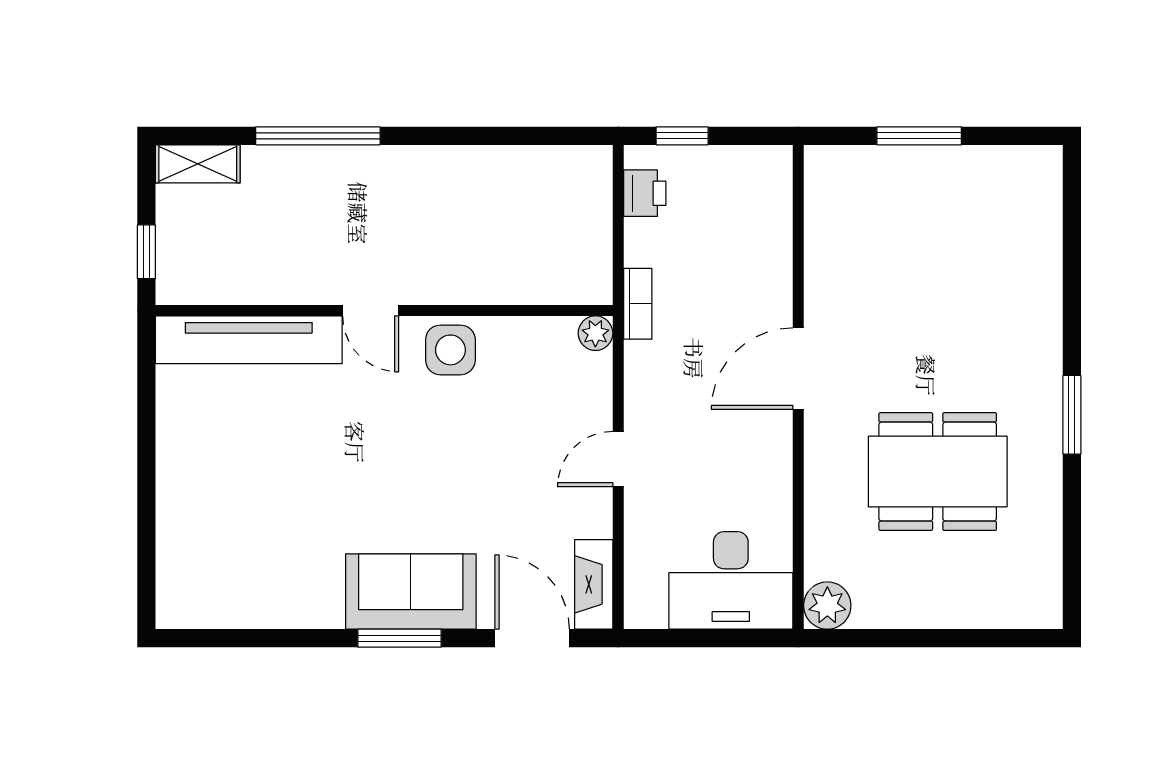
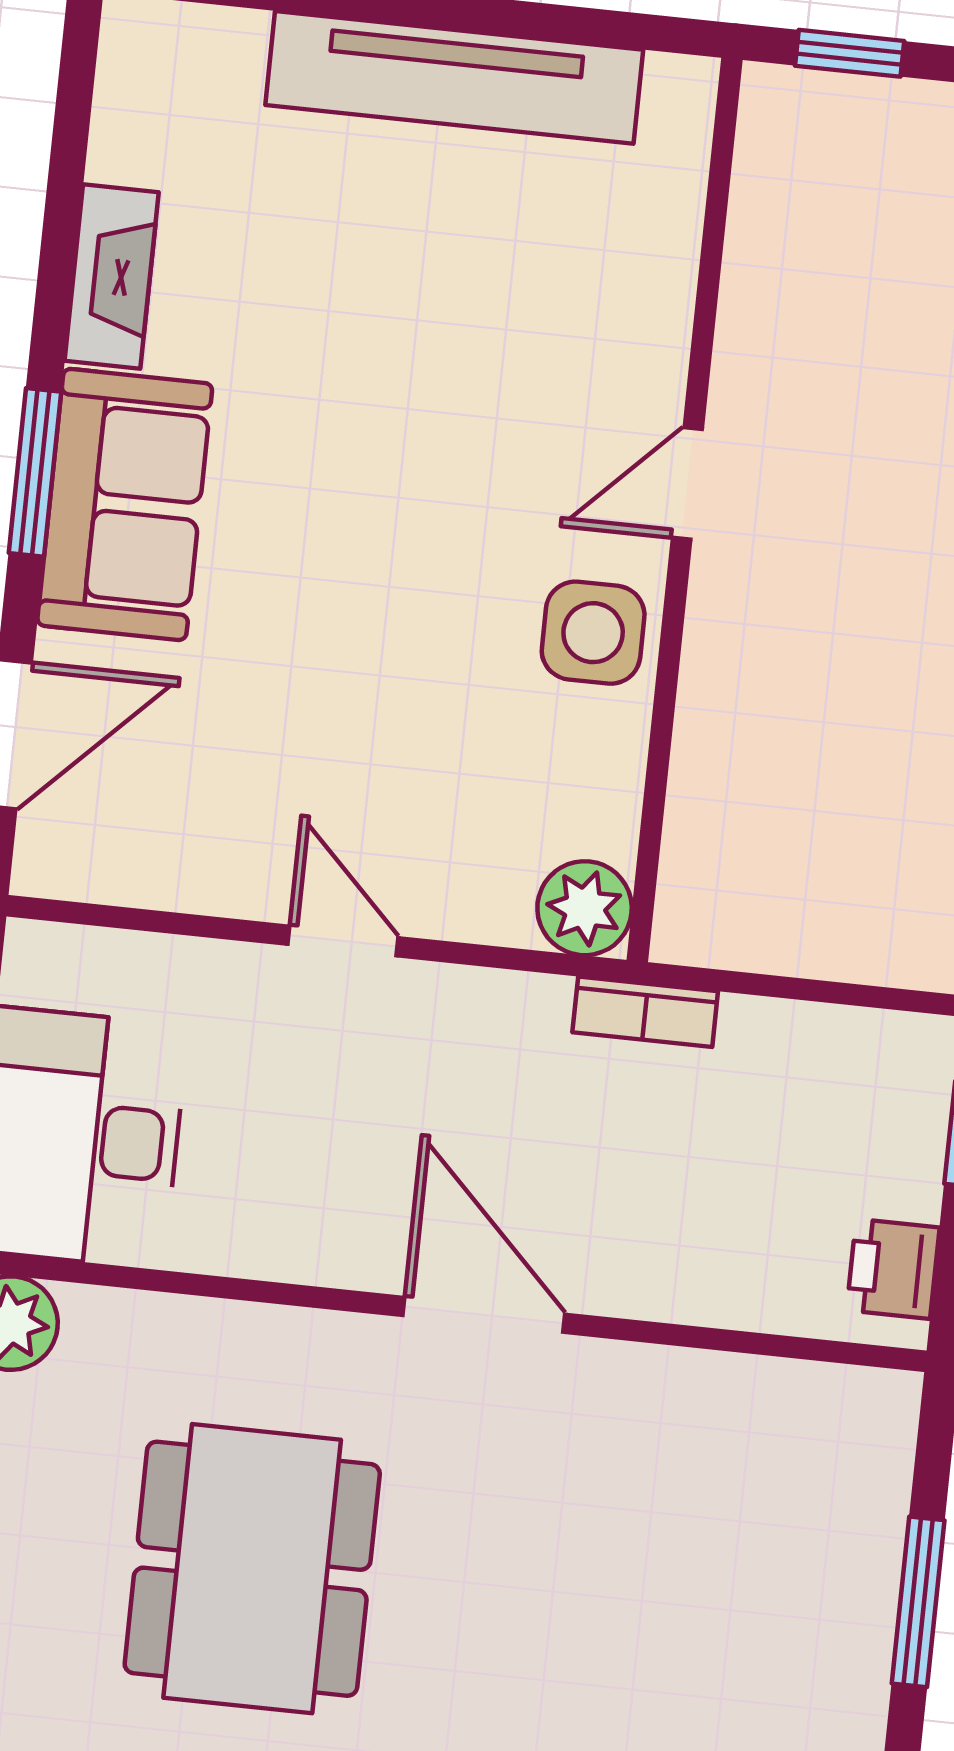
printer: (645, 193) -> (893, 1269), moved, turned 90
plant: (595, 333) -> (585, 908), width x1.38, depth x1.38
tv unit: (249, 340) -> (454, 77), moved, turned -90
fireplace: (594, 584) -> (112, 276), moved, turned 90

